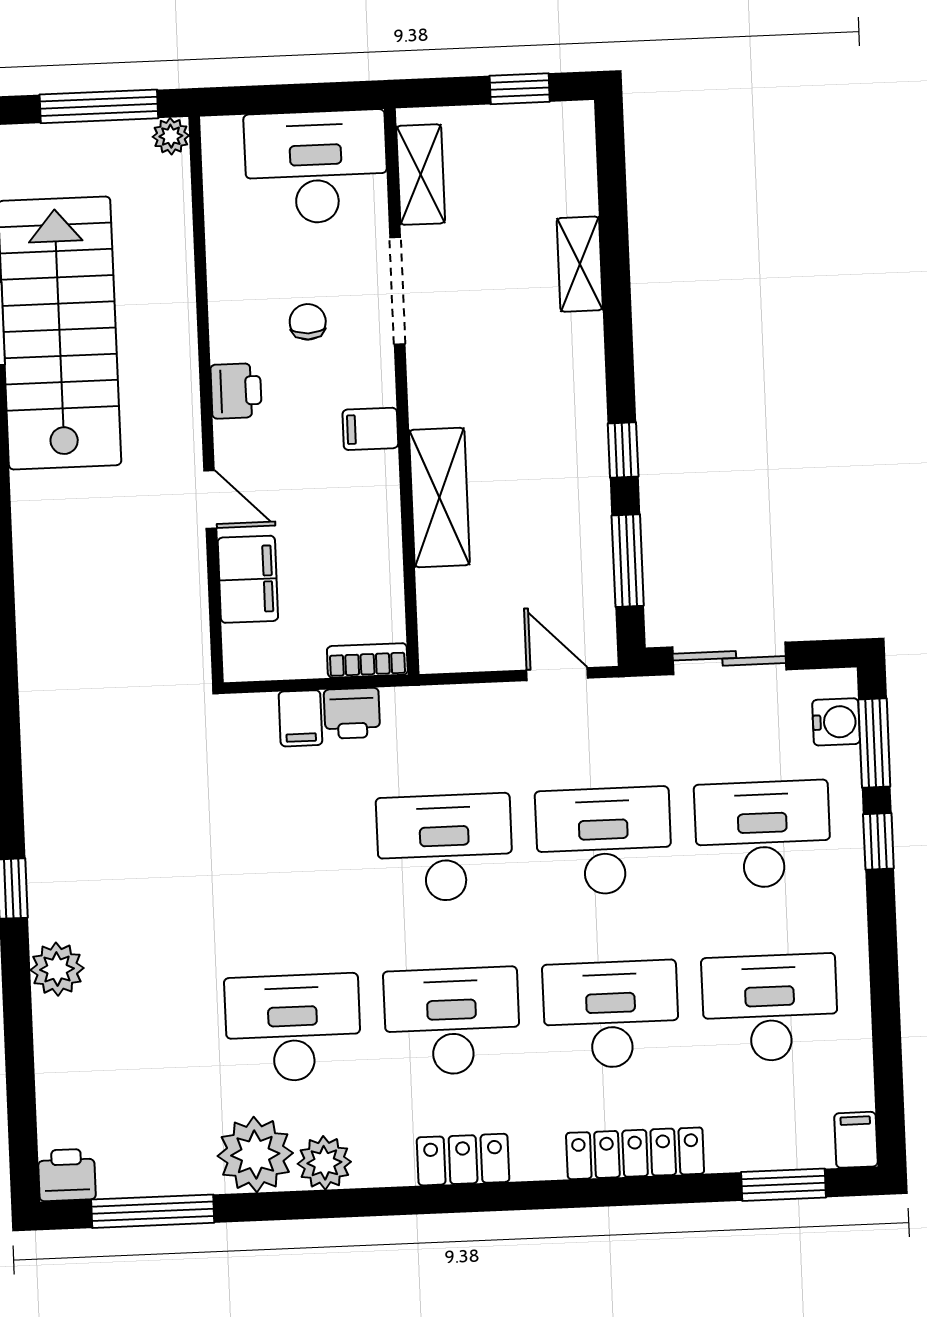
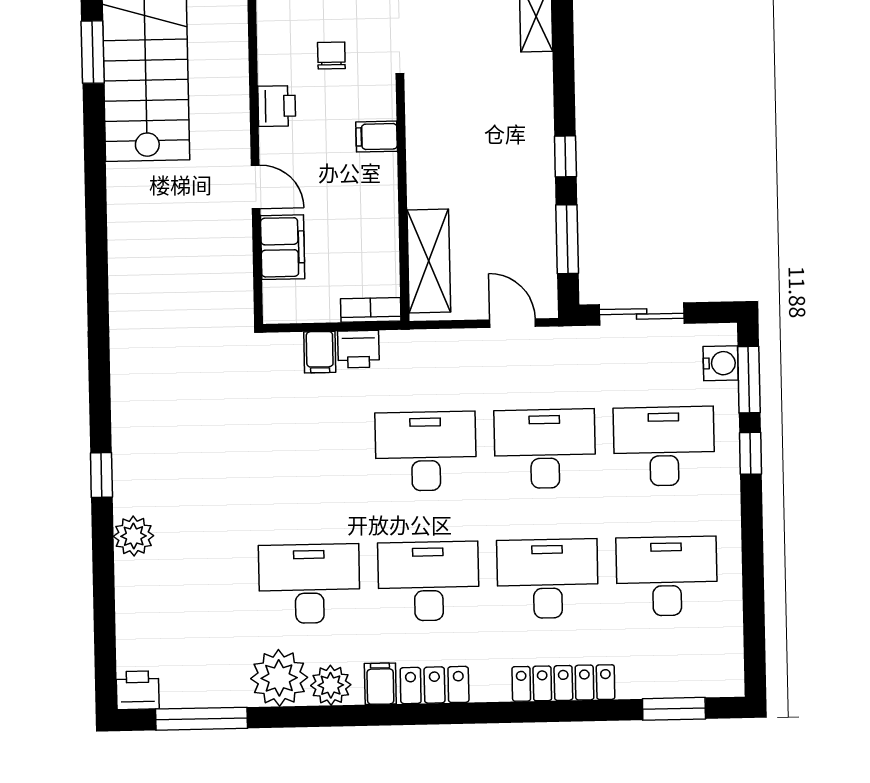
shelving: (439, 498) -> (429, 261), moved
filing cabinet: (856, 1140) -> (380, 684), moved

